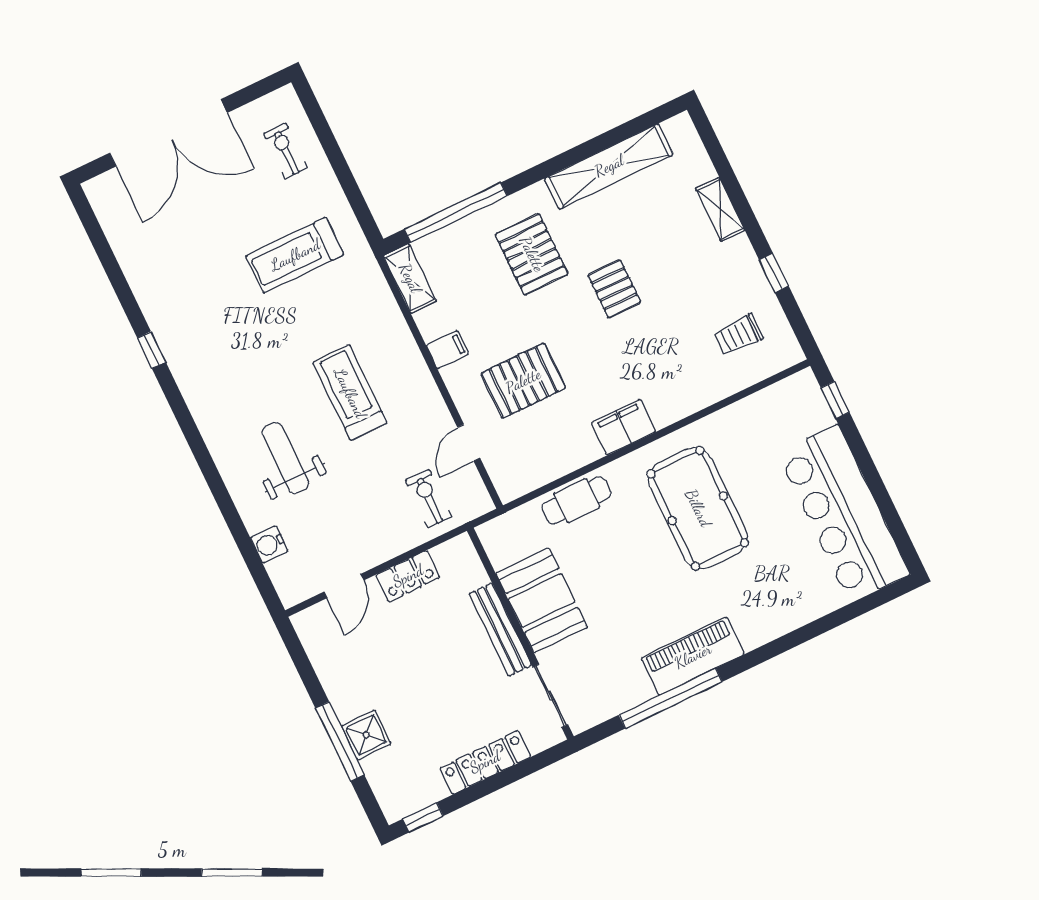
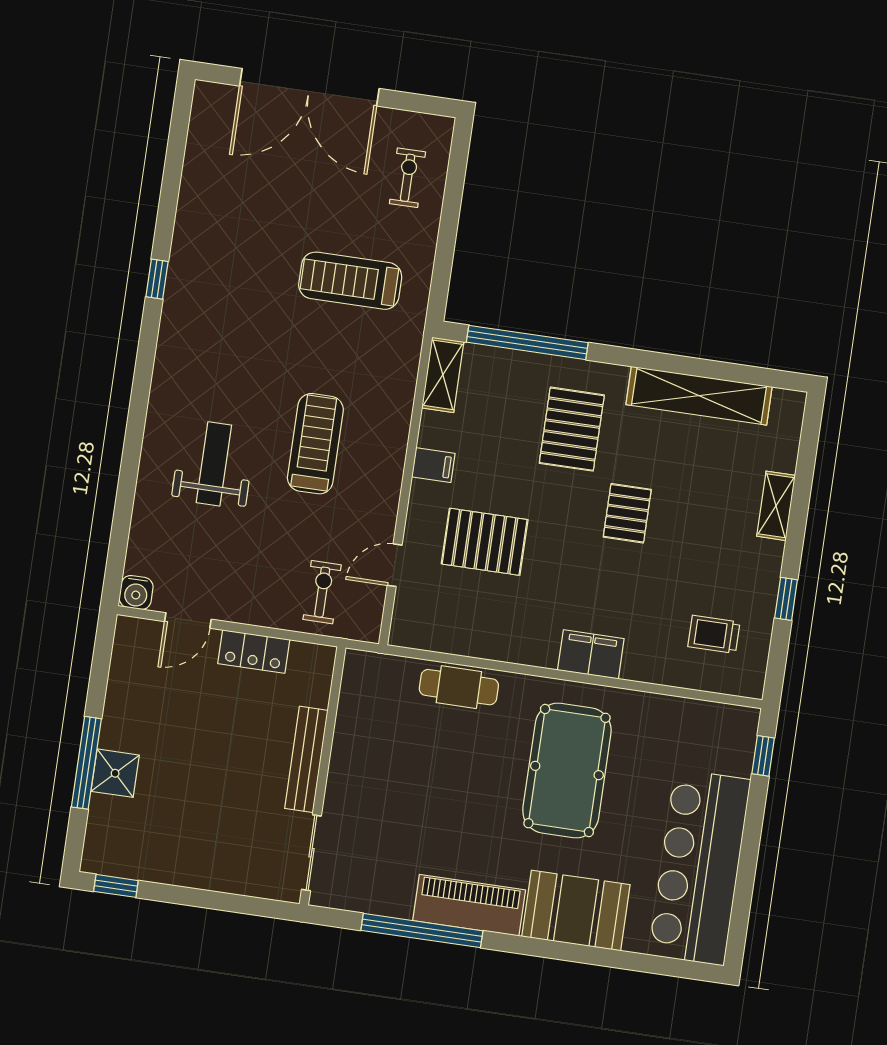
filing cabinet: (624, 427) -> (591, 654), moved
water cooler: (269, 544) -> (136, 592), moved, turned -90
booth: (542, 600) -> (576, 911), moved, turned 90
locker: (485, 762) -> (209, 874), removed

